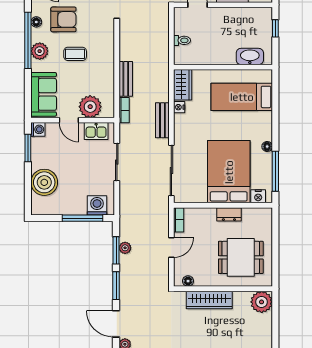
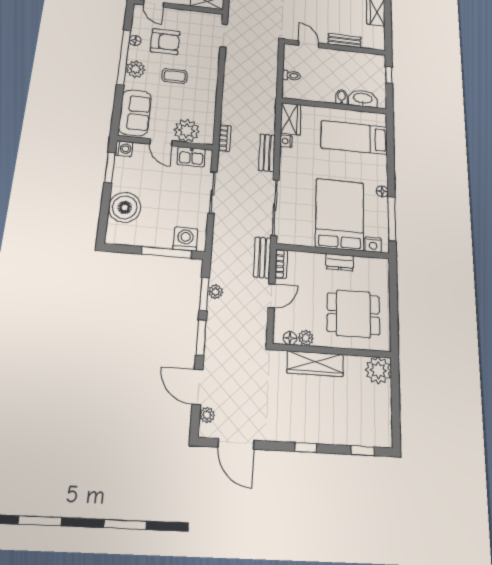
bidet: (230, 57) -> (342, 97), added
bench: (126, 79) -> (262, 257), moved
plant: (201, 280) -> (306, 338), added

